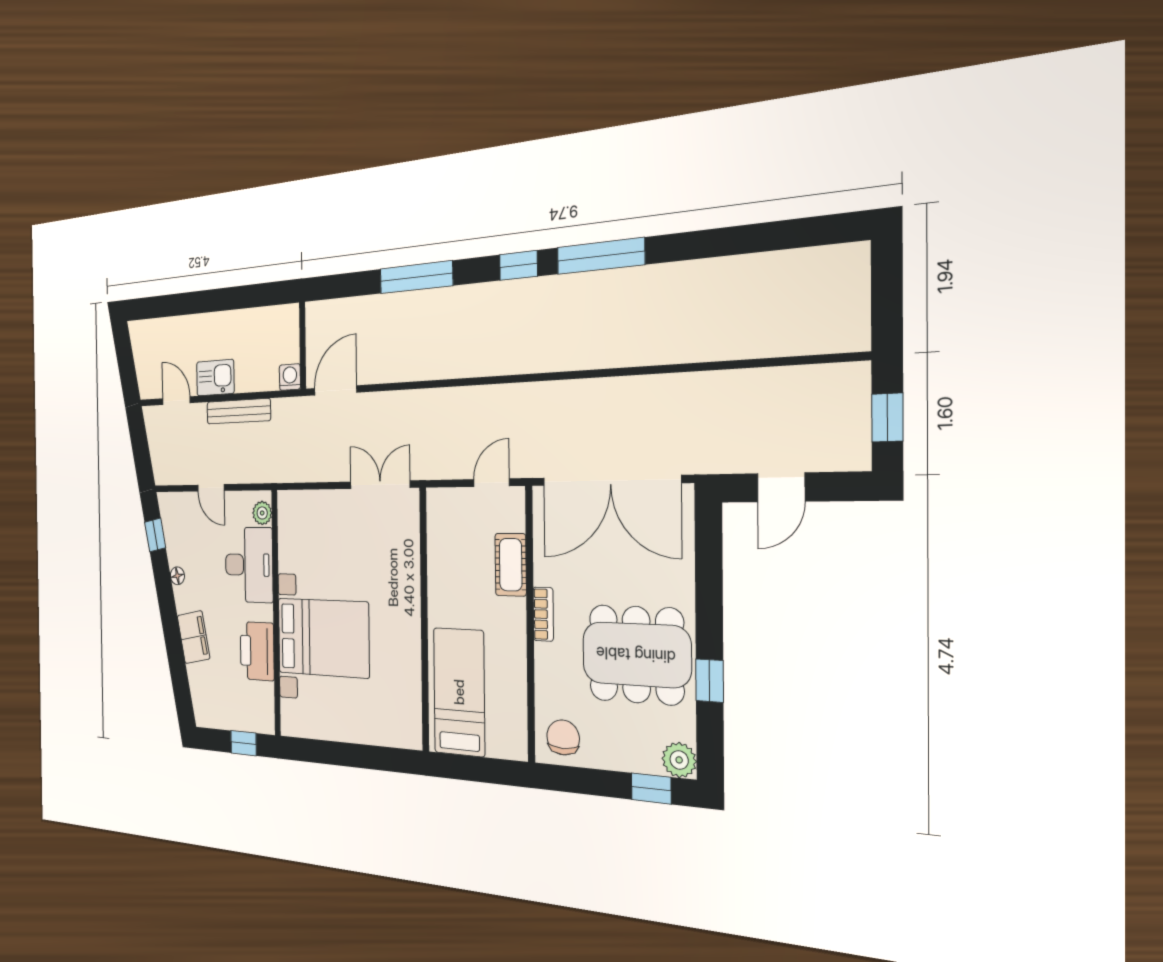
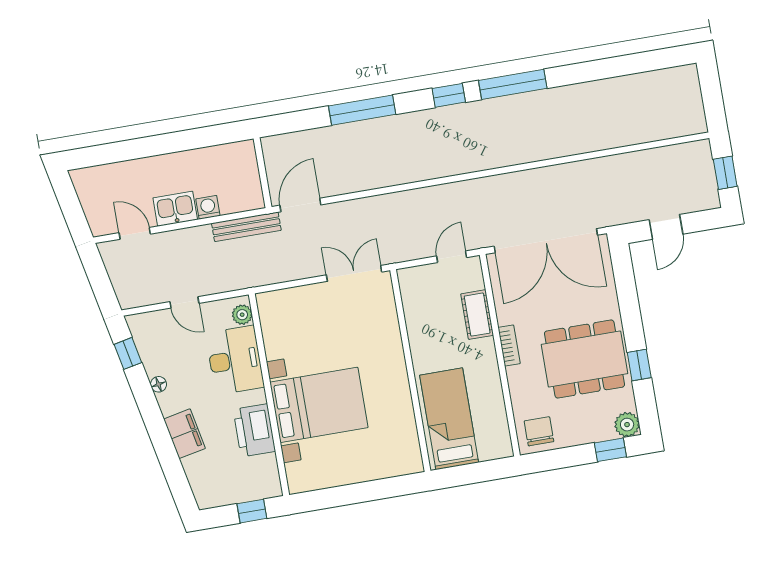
washing machine: (290, 377) -> (208, 207), moved
bench: (239, 411) -> (246, 227), moved

